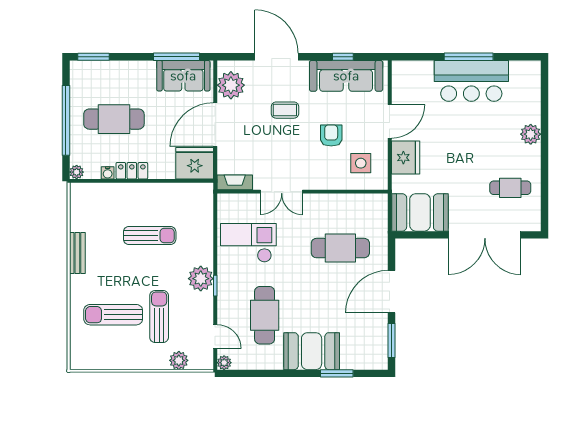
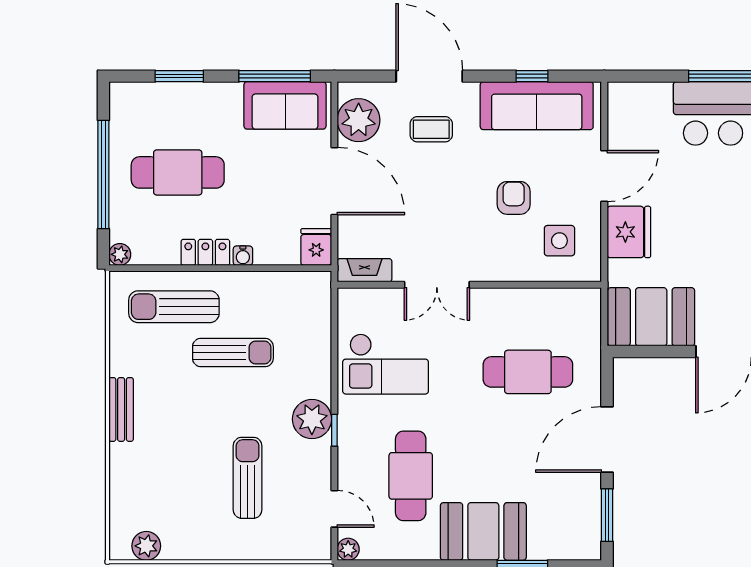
window: (93, 57) -> (179, 76), moved
coffee table: (285, 110) -> (431, 129), moved
door: (215, 125) -> (334, 181), swing flipped
fridge: (195, 163) -> (316, 247), width x0.53, depth x0.75
water cooler: (108, 173) -> (243, 256), moved
checkout: (248, 243) -> (386, 364), turned 180
bench: (77, 253) -> (121, 409), moved
sun lounger: (113, 315) -> (174, 307), moved
plant: (179, 360) -> (146, 546), moved

